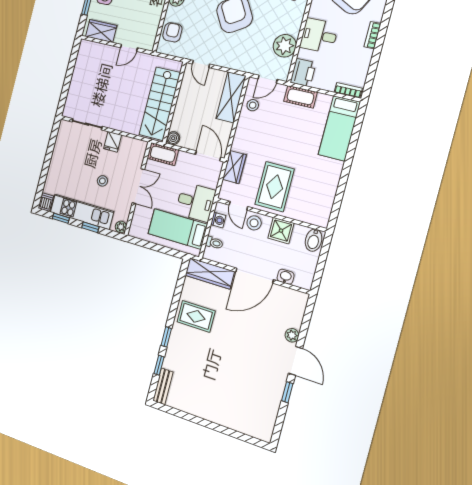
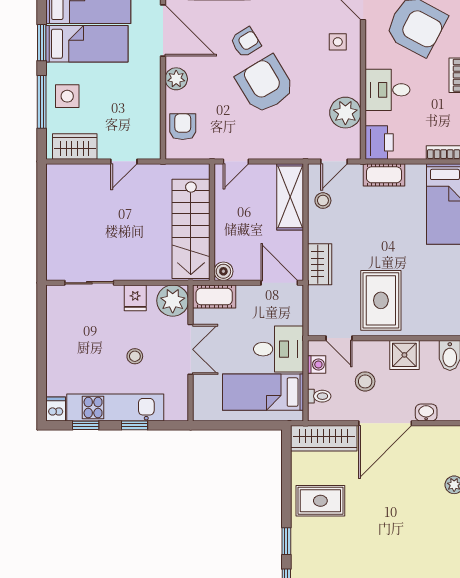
door: (201, 64) -> (236, 161), hinge flipped
wardrobe: (234, 167) -> (320, 264), moved
stool: (254, 223) -> (365, 381), moved
plant: (121, 227) -> (173, 301), moved, width x1.88, depth x1.88

